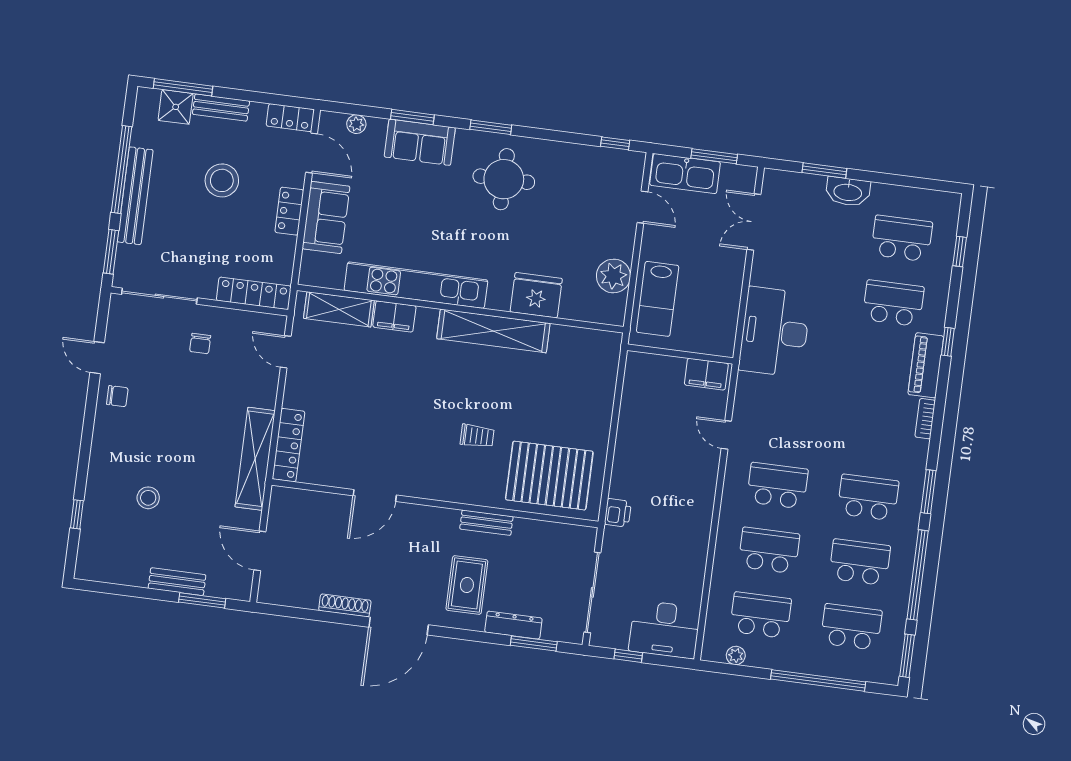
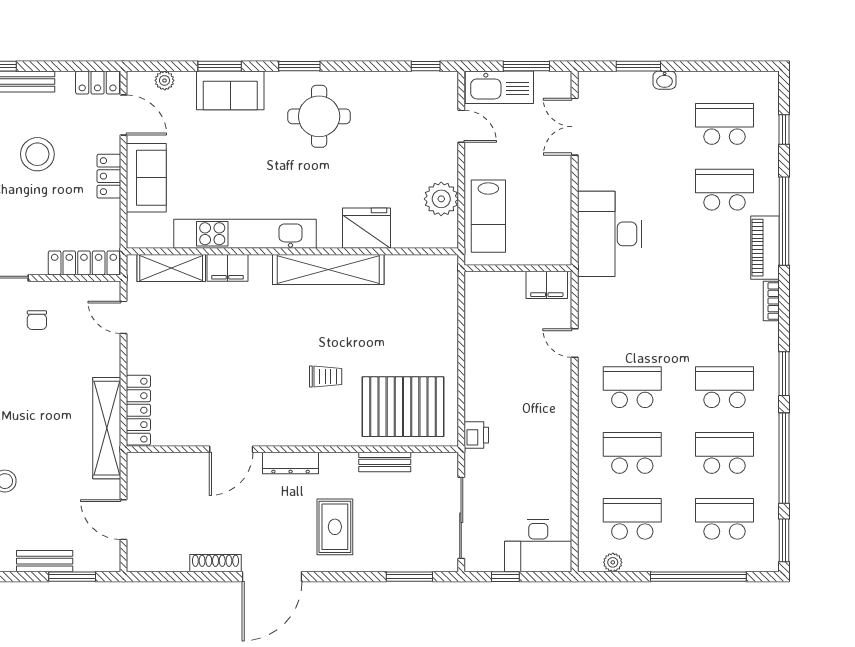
washbasin: (848, 192) -> (665, 80), width x0.52, depth x0.69
window: (948, 342) -> (784, 221), width x3.17
bench: (486, 523) -> (385, 462), moved
dresser: (513, 625) -> (291, 463), moved, turned 180

